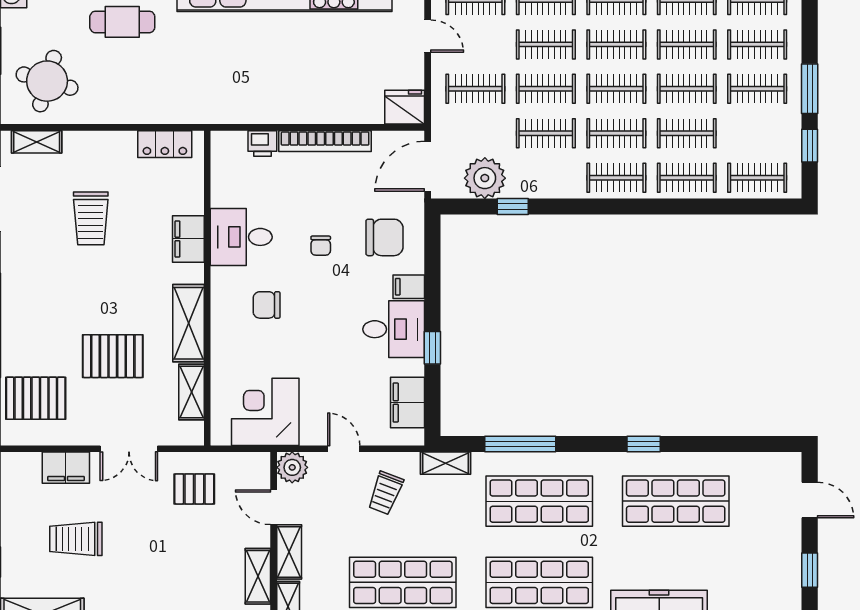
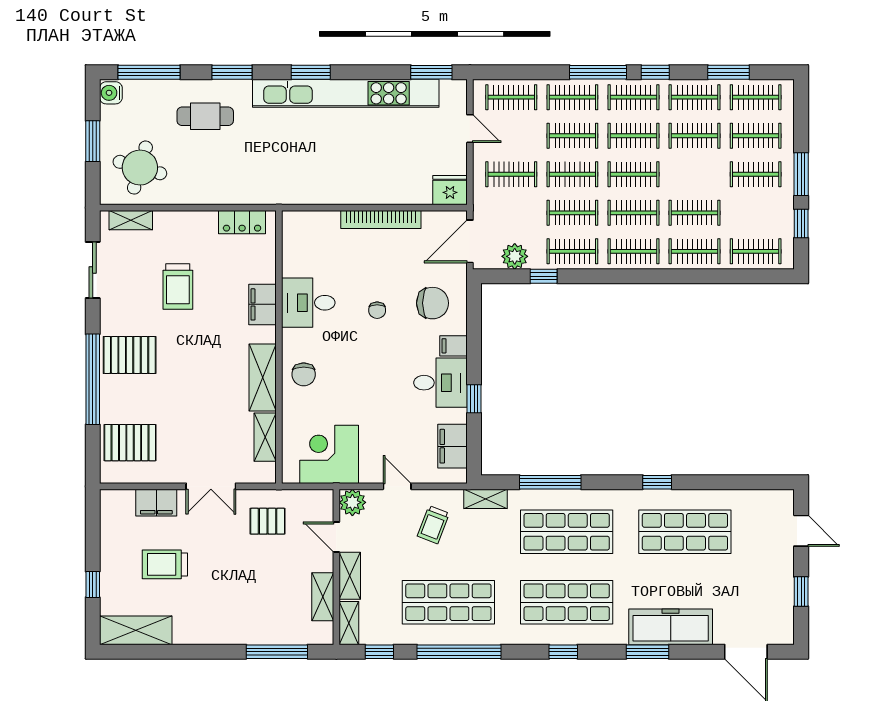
clothes rail: (687, 89) -> (572, 251), moved
printer: (262, 144) -> (327, 222), removed
plant: (485, 178) -> (515, 256), width x0.73, depth x0.73
chair: (267, 305) -> (304, 374), moved, turned -90
pallet: (113, 356) -> (130, 355), moved

